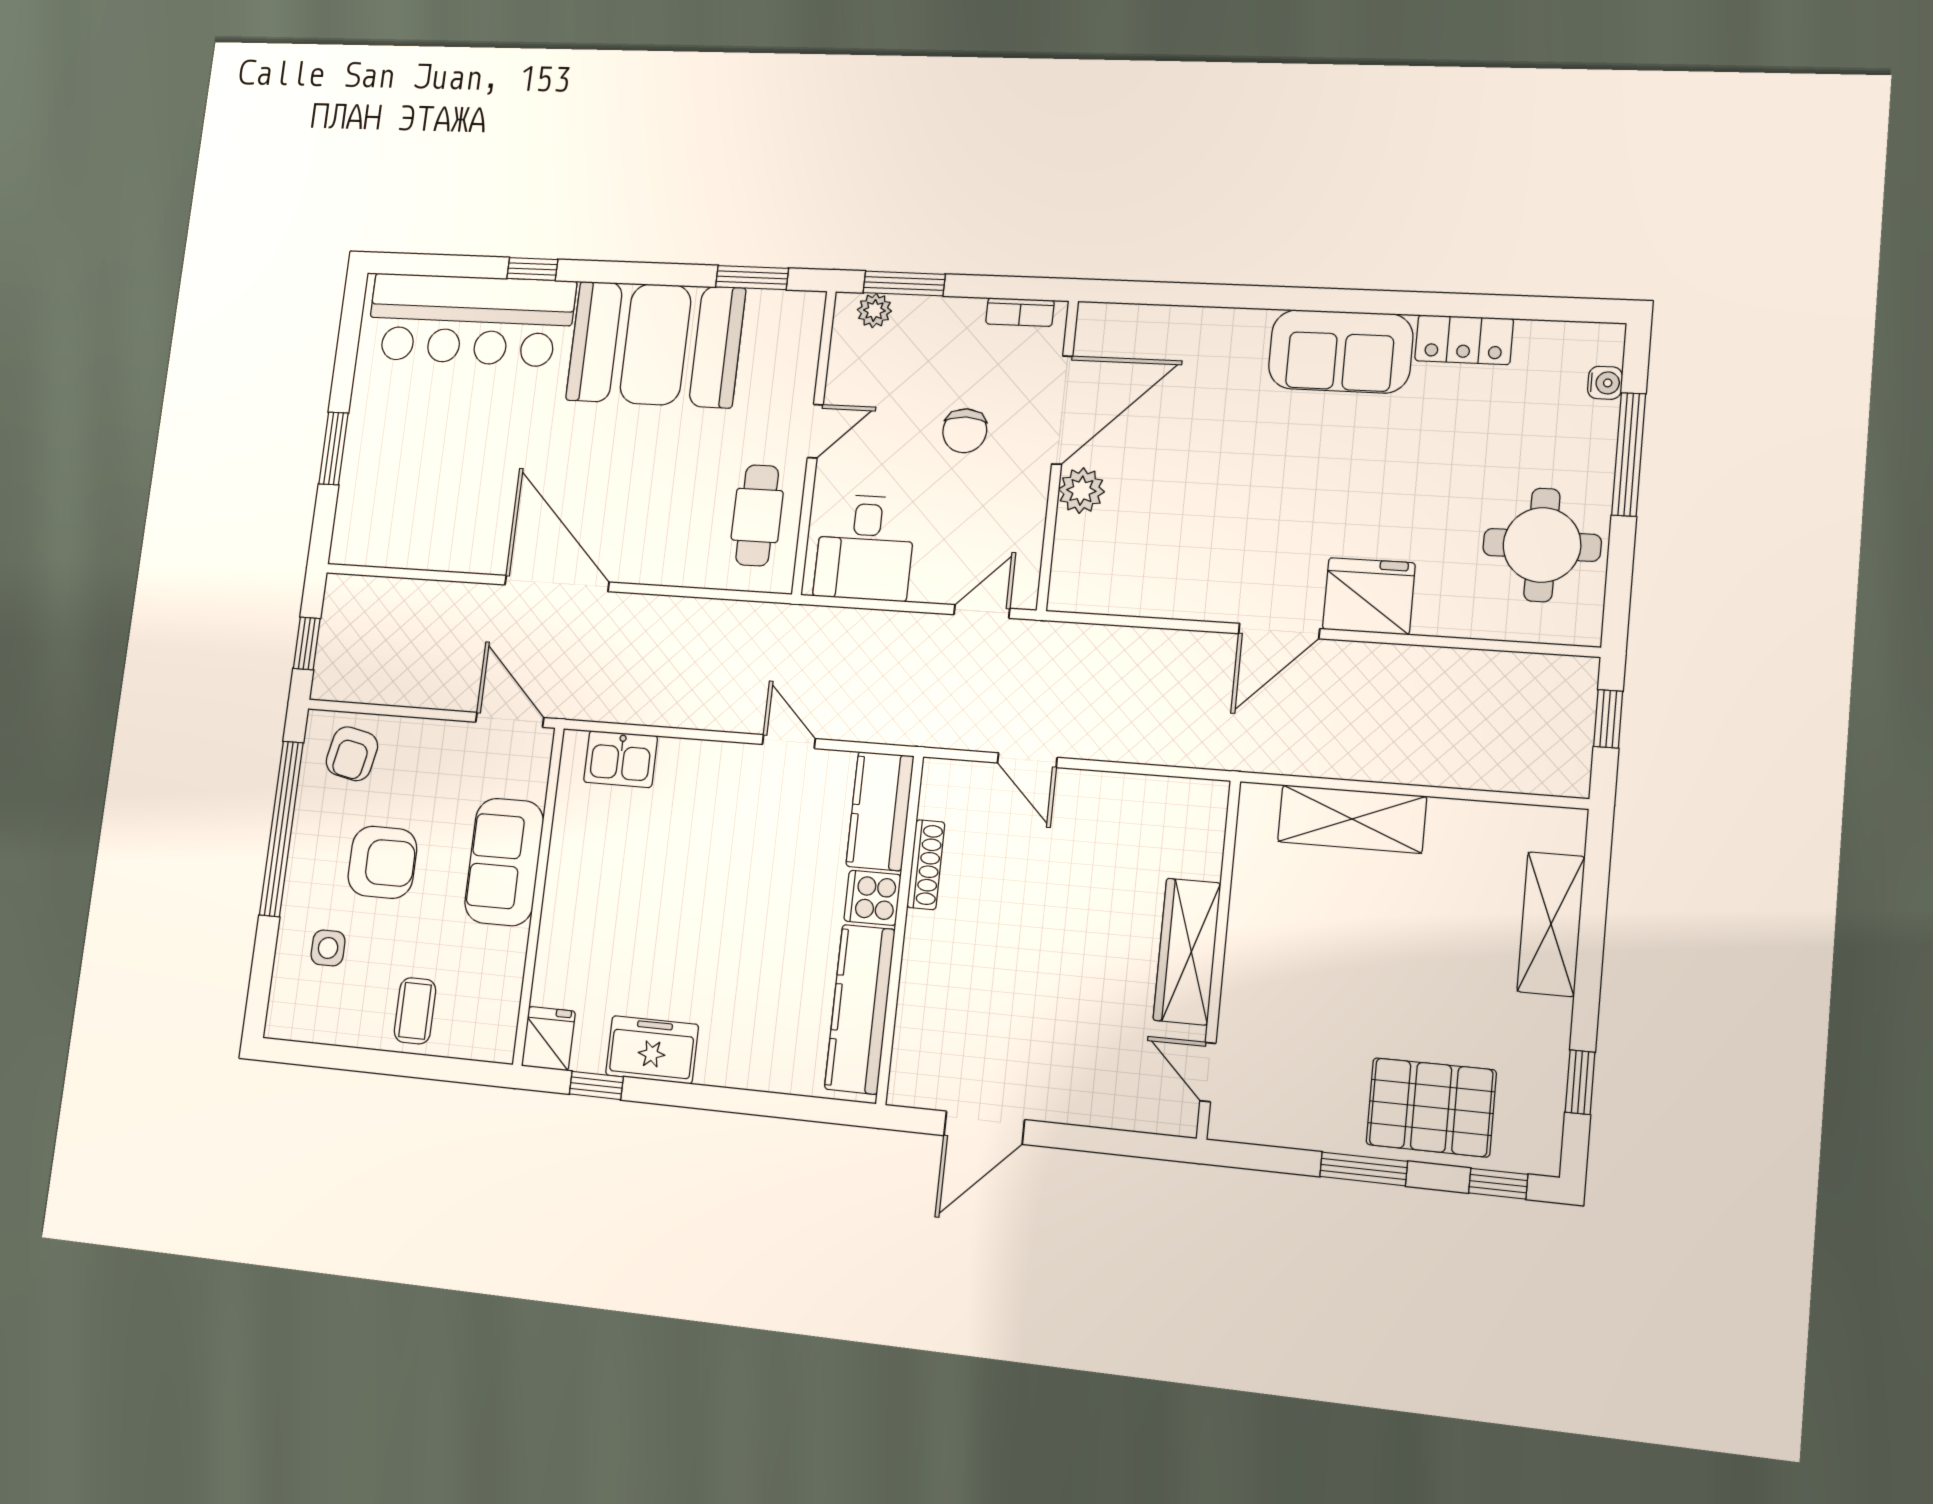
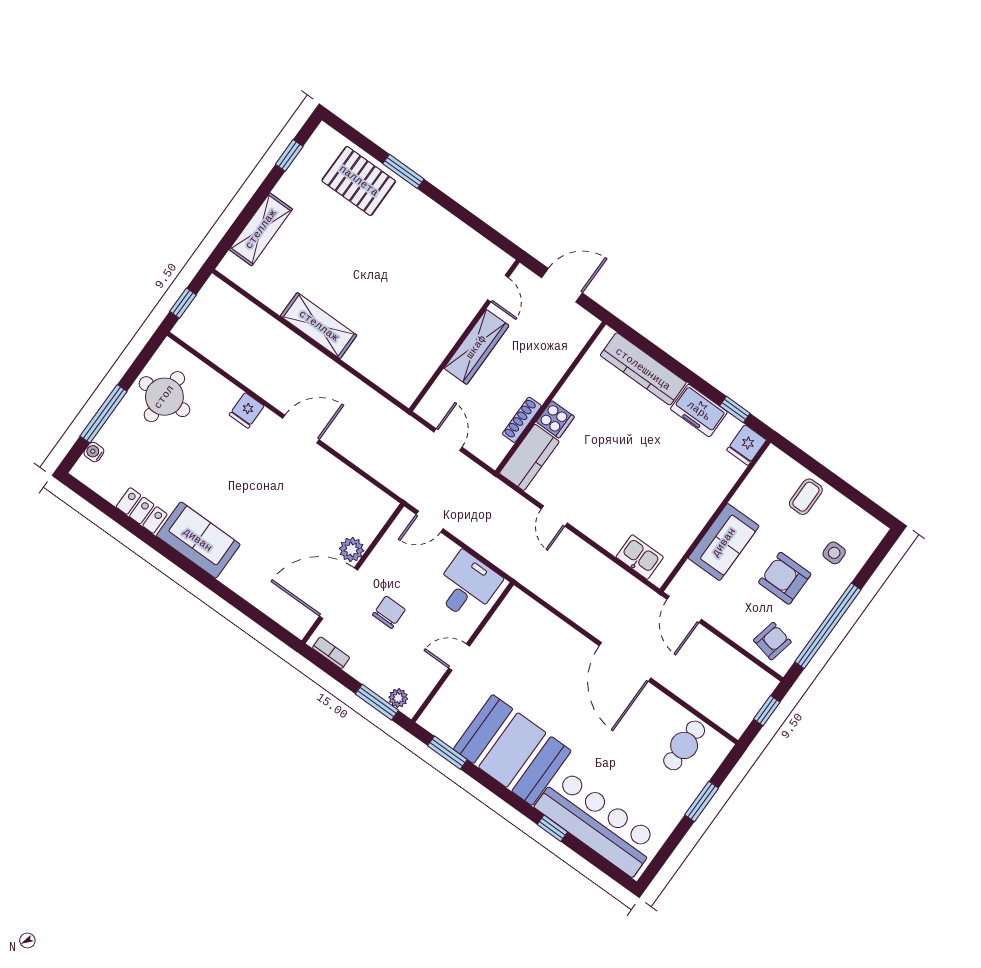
cafe table: (757, 515) -> (684, 745), moved
fridge: (1369, 596) -> (247, 410), width x0.53, depth x0.75
wardrobe: (1187, 952) -> (476, 347), moved
wall: (1219, 959) -> (464, 336), moved
kitchen counter: (860, 1009) -> (643, 369), moved, turned 90
door: (1208, 1072) -> (498, 289), moved
window: (1498, 1184) -> (349, 133), removed

